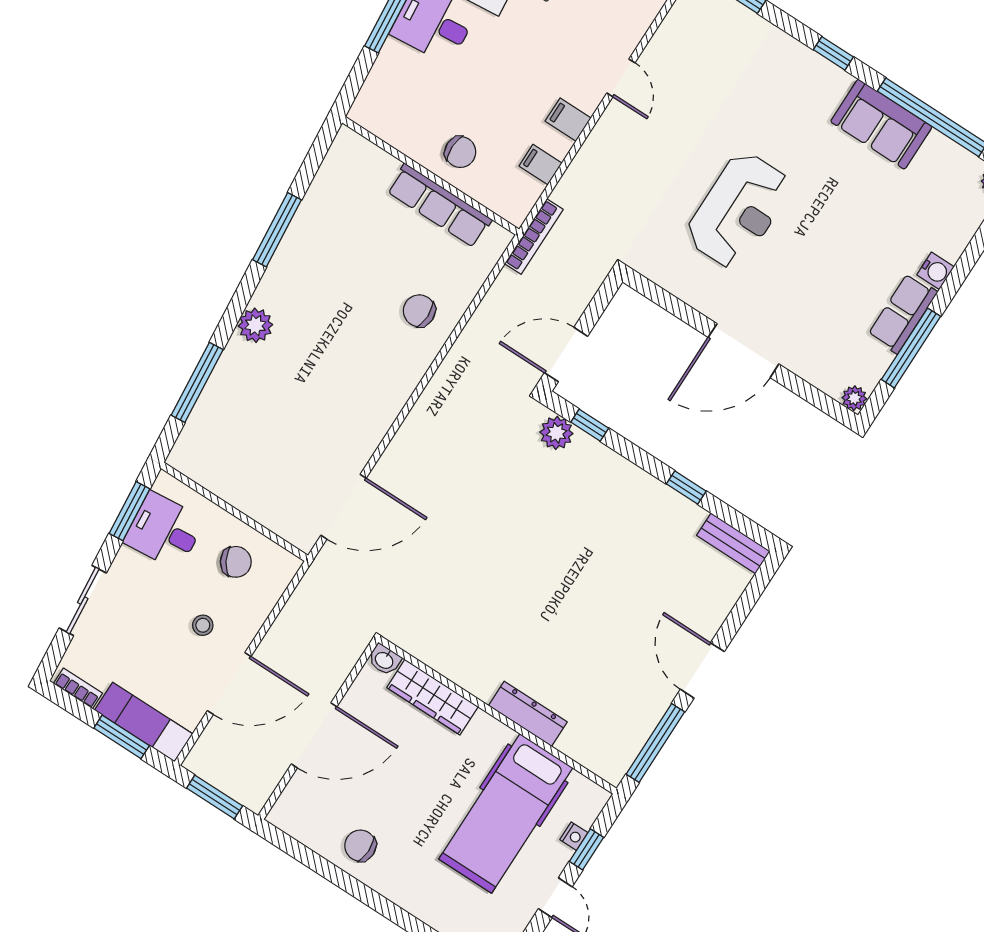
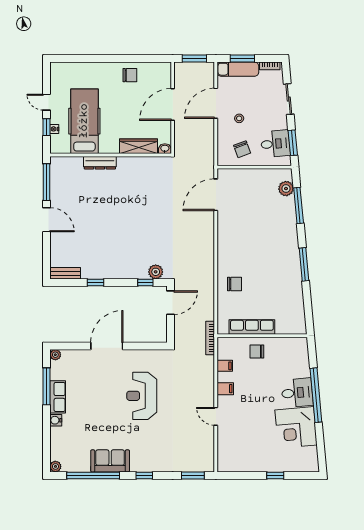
window: (277, 230) -> (304, 264), moved
plant: (255, 325) -> (286, 189), moved
chair: (236, 562) -> (242, 149), turned -80

